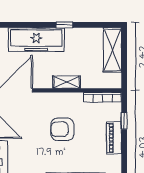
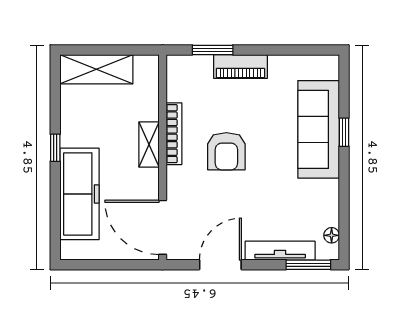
bookcase: (102, 97) -> (174, 134), moved
window: (124, 121) -> (213, 50), width x1.50

